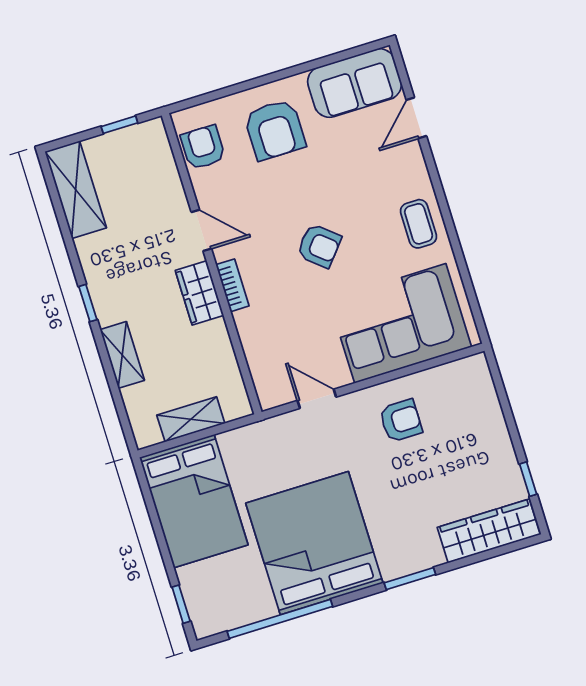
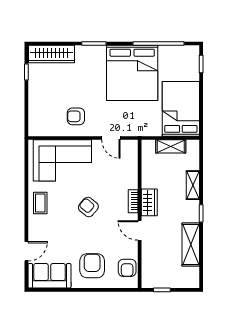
shelving: (76, 190) -> (191, 244), moved

